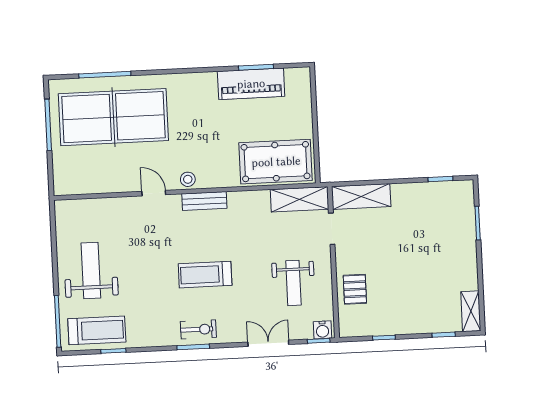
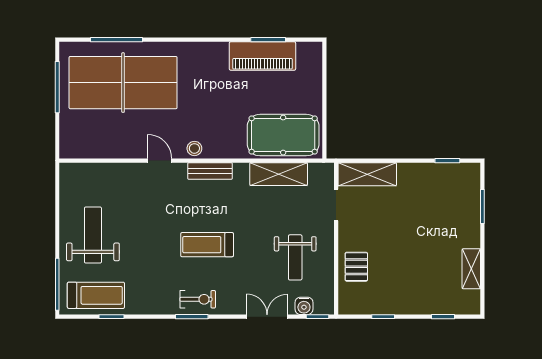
shelving: (300, 199) -> (279, 174), moved
shelving: (471, 311) -> (471, 269), moved
water cooler: (322, 330) -> (304, 306), moved

